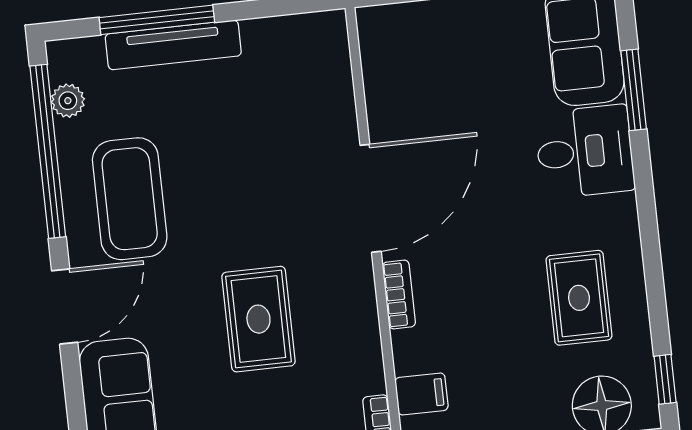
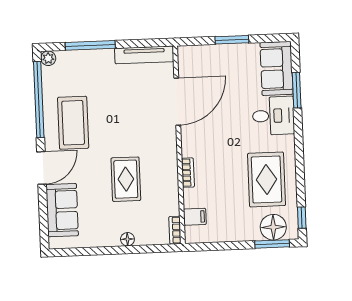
tv unit: (173, 45) -> (144, 55), moved
plant: (68, 101) -> (48, 58), moved
door: (371, 198) -> (177, 102), moved
rug: (579, 298) -> (266, 179), width x1.36, depth x1.43

